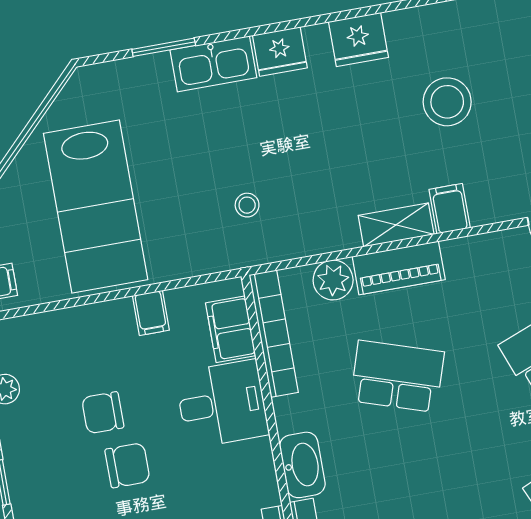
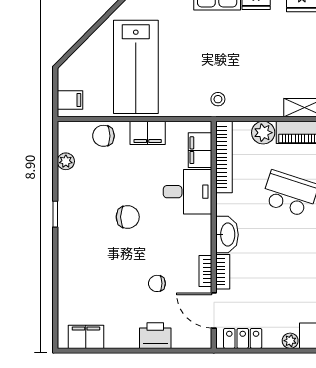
stool: (247, 205) -> (218, 99), moved
filing cabinet: (151, 313) -> (148, 133), width x2.00
chair: (103, 413) -> (103, 136), moved

